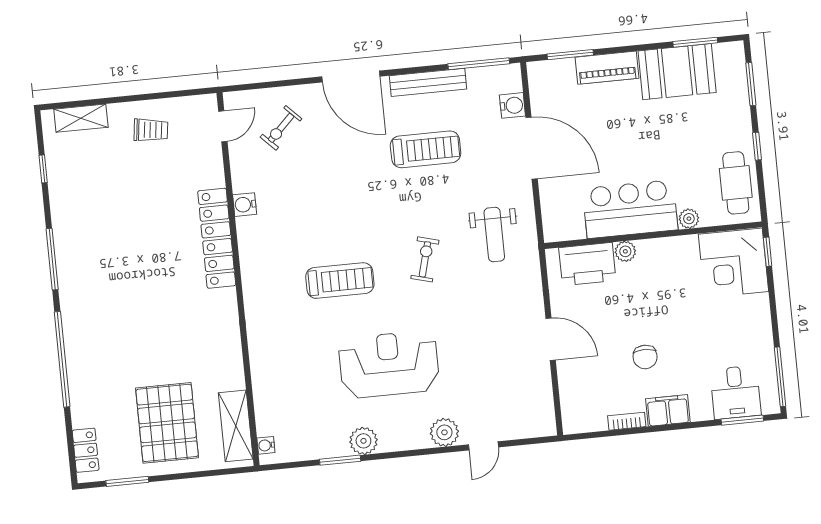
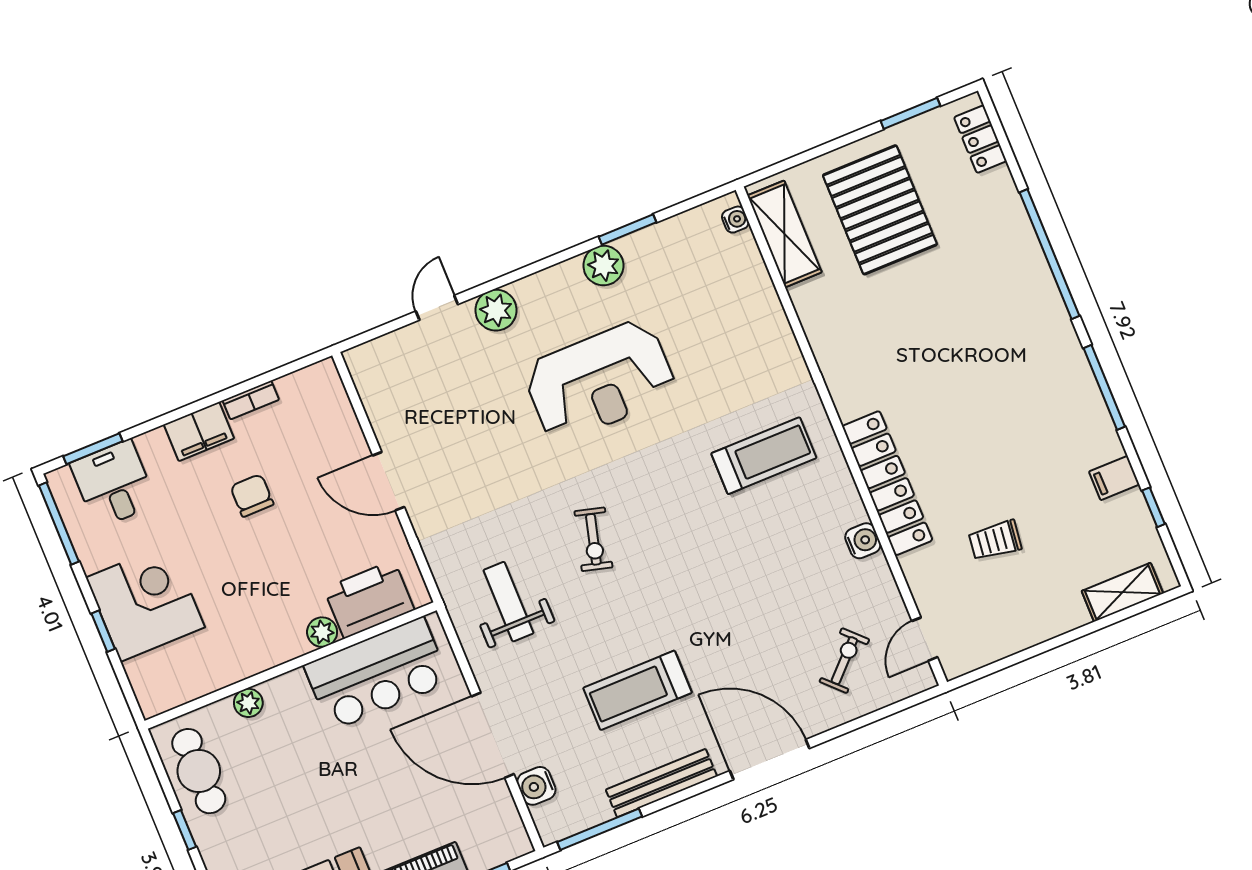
trolley: (151, 130) -> (995, 540), moved
filing cabinet: (64, 196) -> (1114, 478), added
bar counter: (630, 209) -> (377, 674), moved
window: (768, 252) -> (103, 631), moved
corner desk: (734, 263) -> (145, 602), moved
treadmill: (340, 281) -> (764, 456), moved, turned 180

